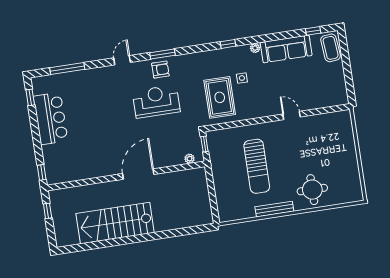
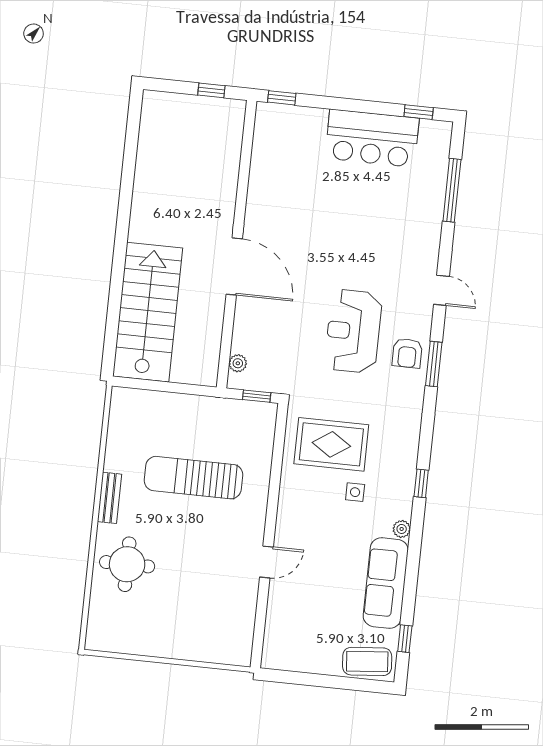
reception desk: (156, 101) -> (353, 331), turned 180
bench: (274, 209) -> (109, 498), width x0.73
stairs: (115, 223) -> (148, 312), moved

